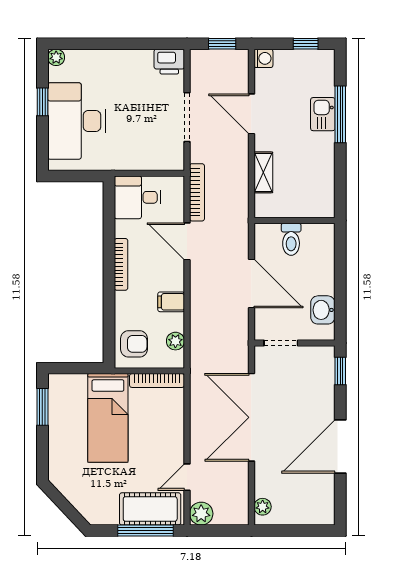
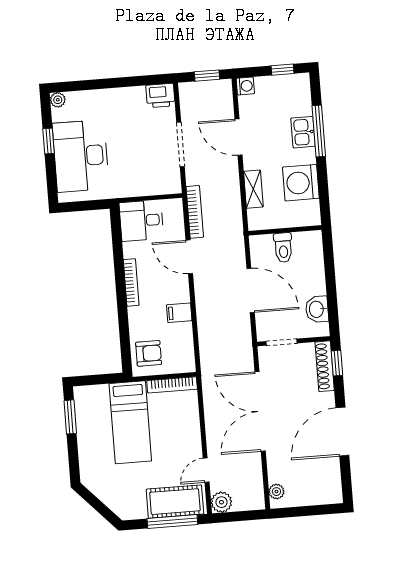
washing machine: (316, 169) -> (301, 183), added
plant: (175, 341) -> (186, 348), removed
shoe rack: (326, 373) -> (325, 366), added

